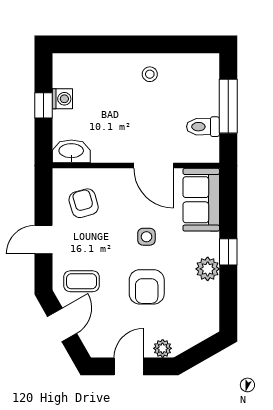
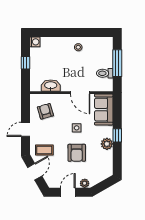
washing machine: (62, 99) -> (35, 42), moved
washbasin: (71, 151) -> (51, 86), moved

